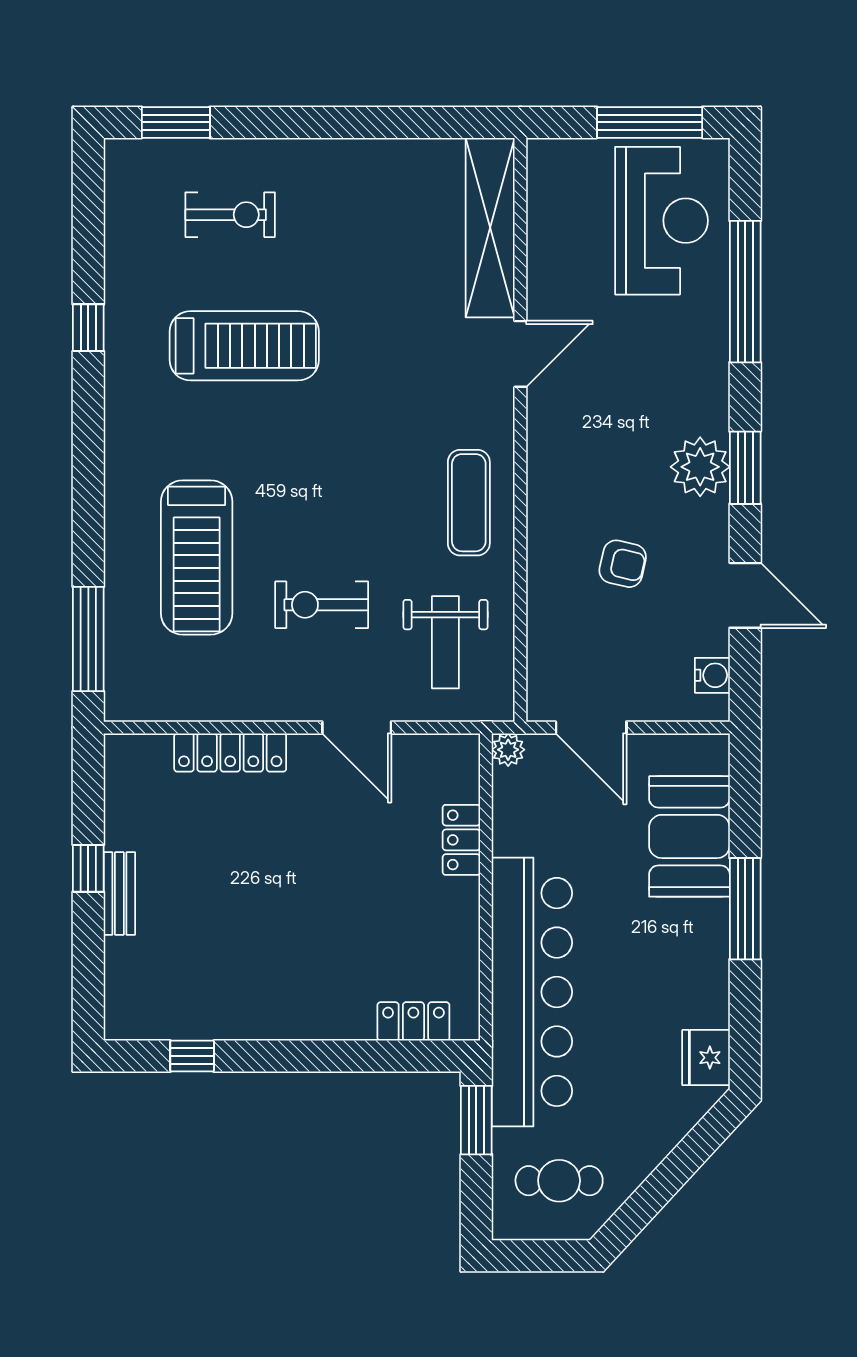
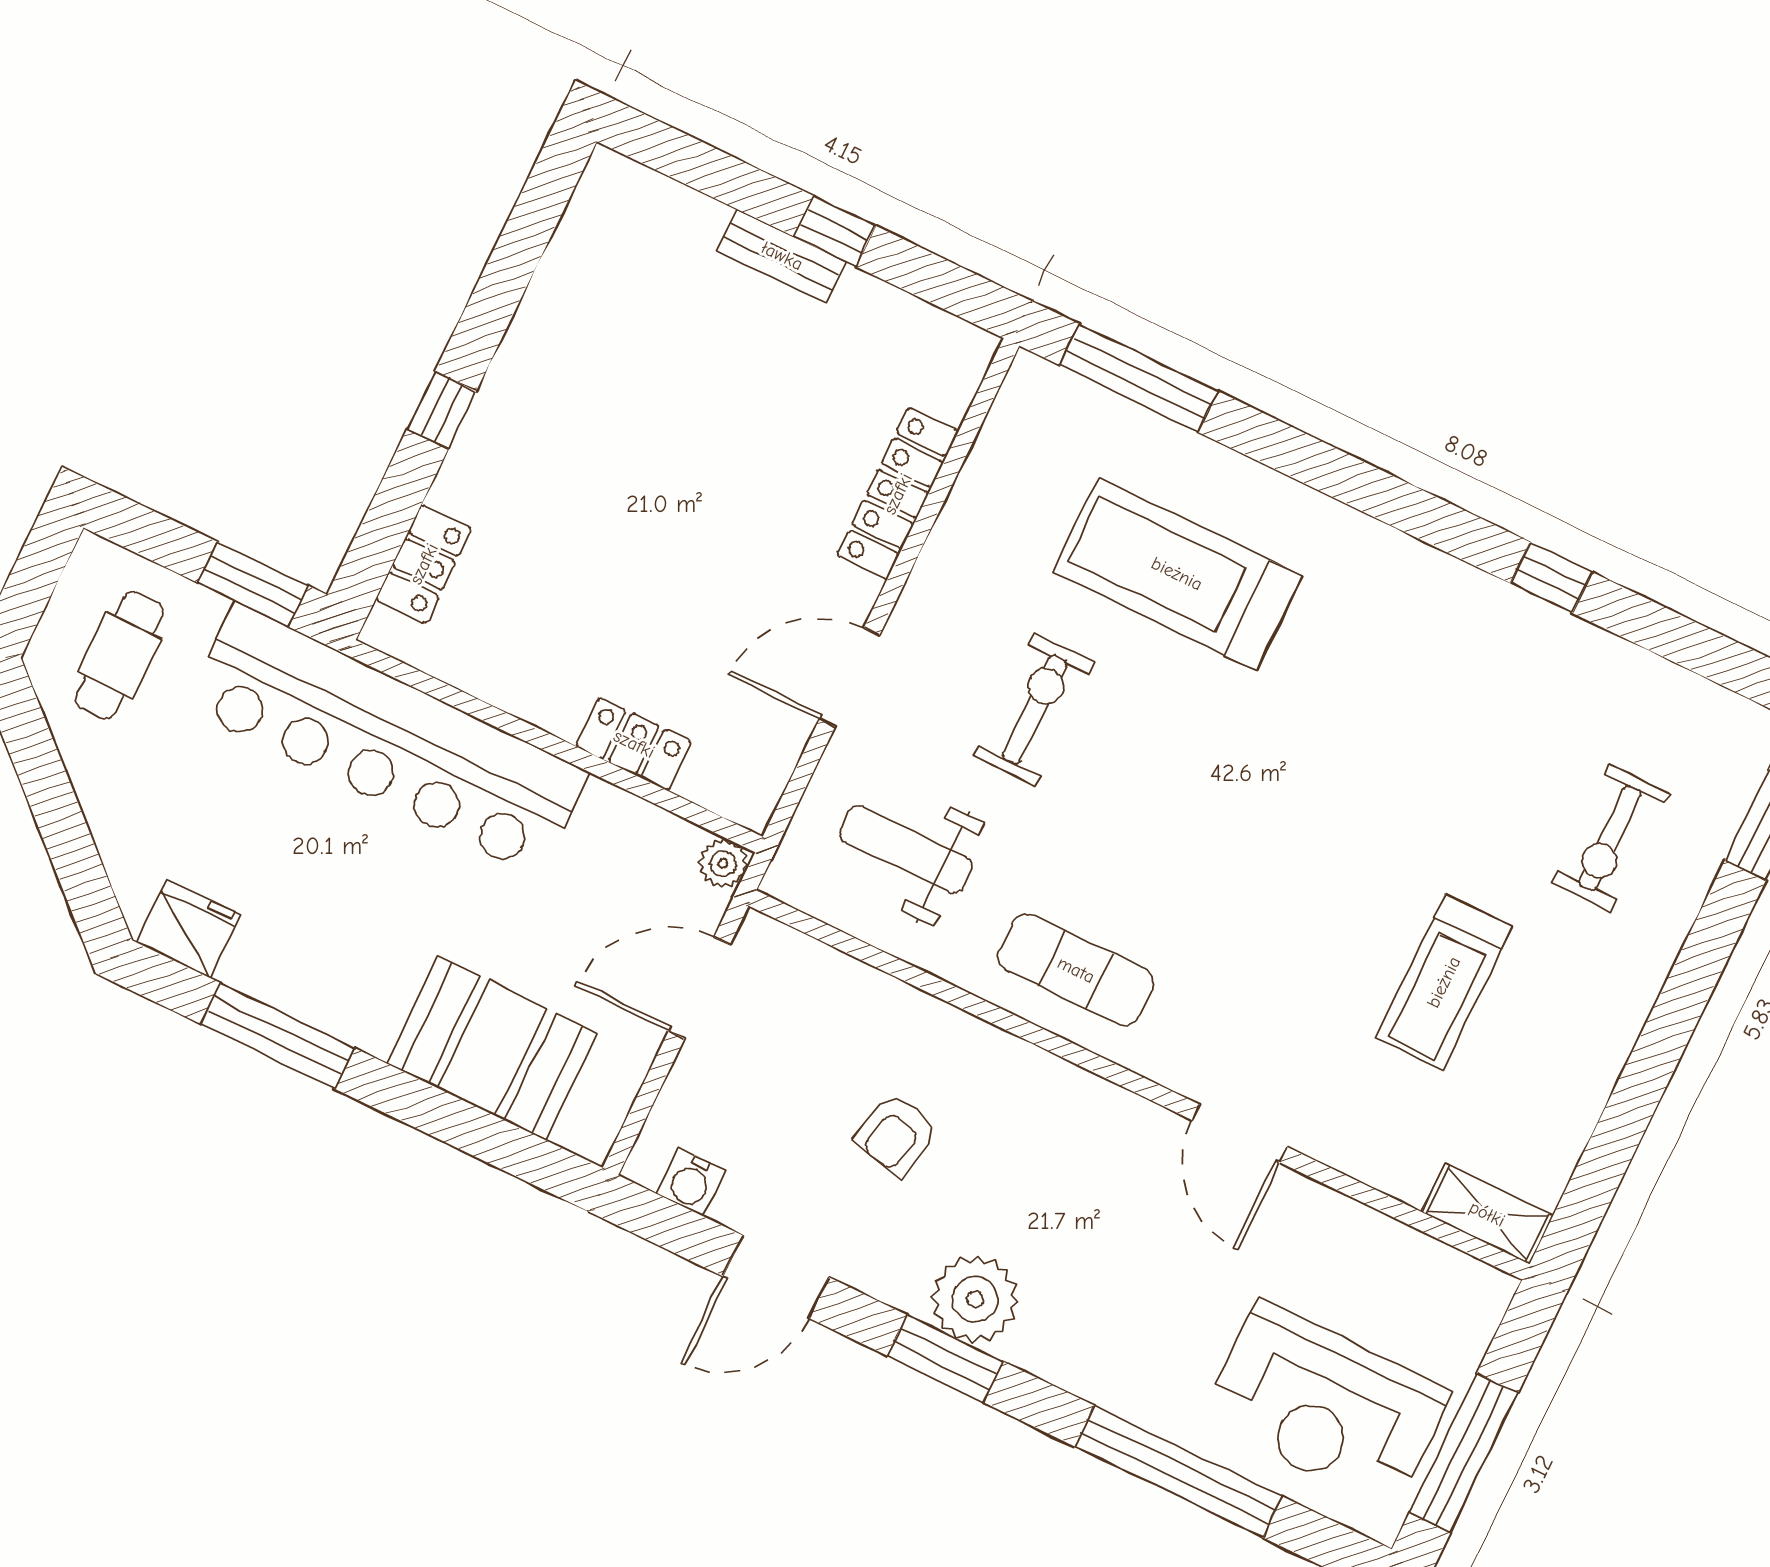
shelving: (490, 228) -> (1487, 1214), width x0.45, depth x0.75
treadmill: (244, 346) -> (1444, 982), moved, width x0.73, depth x0.73
window: (745, 909) -> (278, 1036), moved
window: (192, 1056) -> (442, 410), moved

